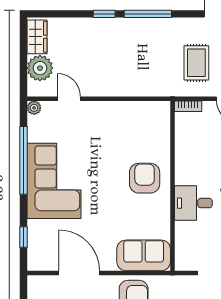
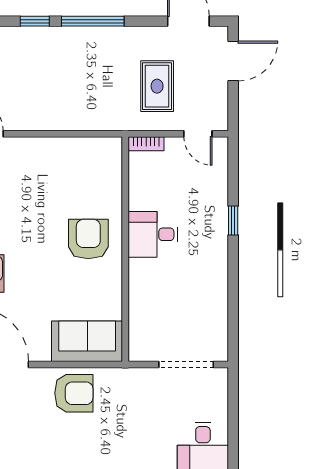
desk: (193, 203) -> (153, 234), moved

